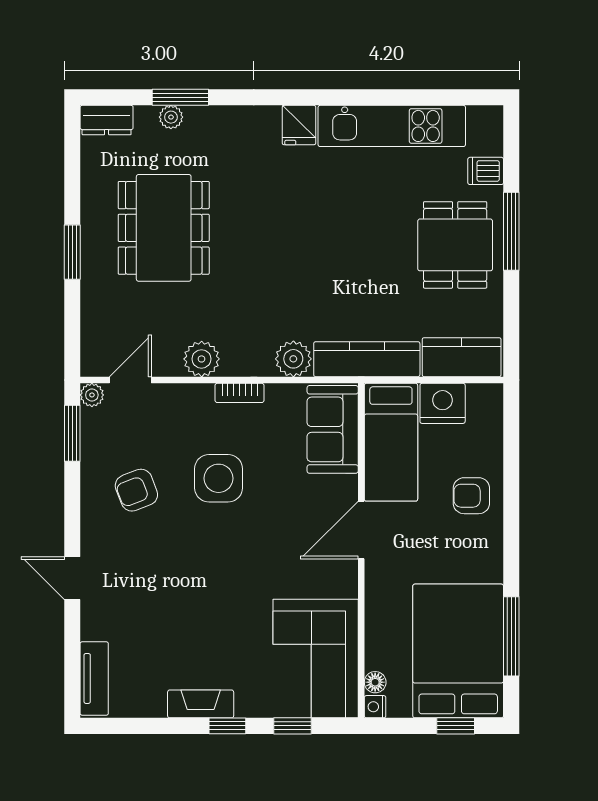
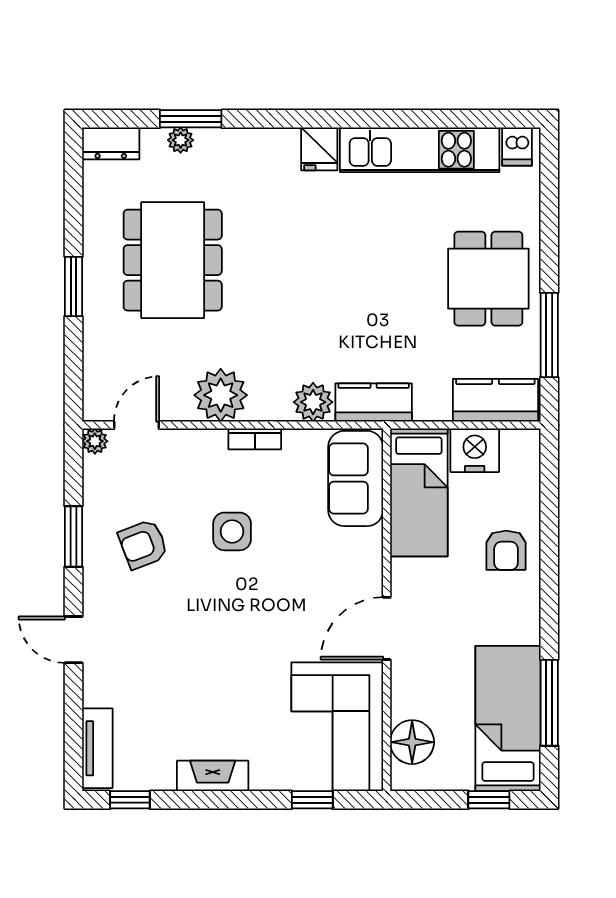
dishwasher: (486, 171) -> (517, 146), moved, turned -90
window: (511, 231) -> (549, 335), moved
plant: (202, 359) -> (221, 395), width x1.36, depth x1.36
kitchen counter: (367, 359) -> (374, 402), width x0.67
window: (72, 433) -> (74, 536), moved
side table: (219, 478) -> (232, 531), width x0.73, depth x0.73
armchair: (471, 496) -> (506, 550), turned -90
door: (361, 530) -> (387, 628), moved
bed: (458, 651) -> (508, 719), width x0.67
floor lamp: (375, 682) -> (412, 742), width x1.89, depth x1.89
nightstand: (375, 707) -> (402, 779), removed
window: (227, 726) -> (130, 800), moved

